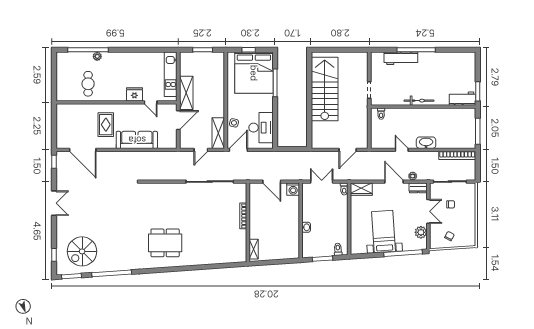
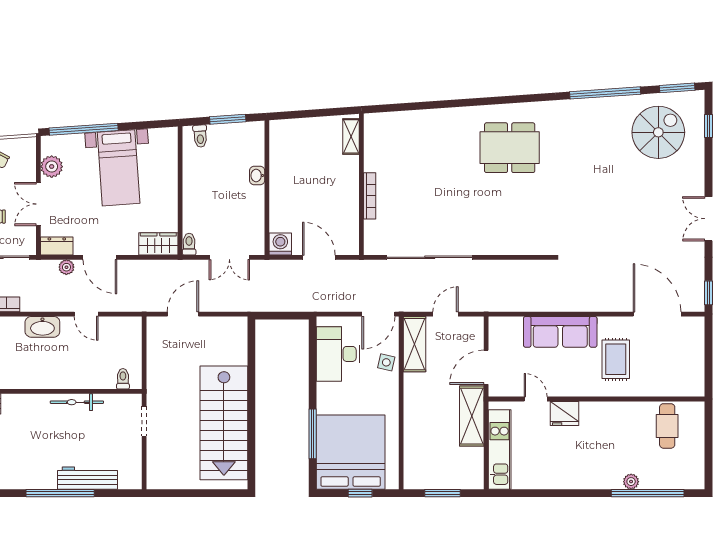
cafe table: (88, 84) -> (667, 426), moved
bicycle: (419, 101) -> (77, 402), moved

